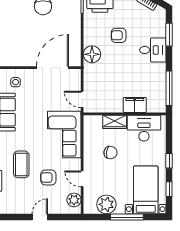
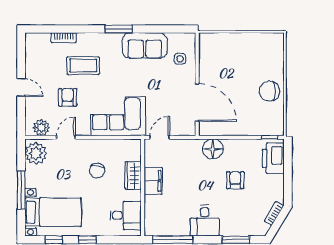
desk: (153, 50) -> (205, 221), moved
filing cabinet: (135, 105) -> (153, 181), moved
desk: (144, 128) -> (126, 215), width x0.73
plant: (106, 204) -> (36, 153), moved

